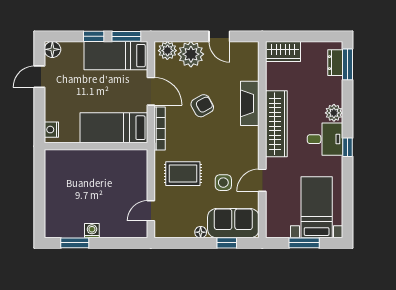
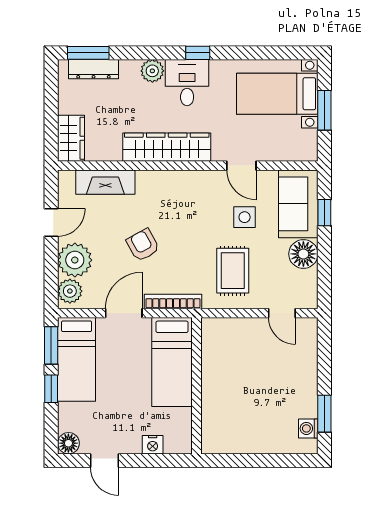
dresser: (335, 63) -> (93, 69), width x1.44
fireplace: (250, 103) -> (105, 182), moved
nightstand: (51, 130) -> (153, 445), moved
washing machine: (92, 231) -> (308, 428), moved
floor lamp: (201, 232) -> (303, 254), width x1.89, depth x1.89

